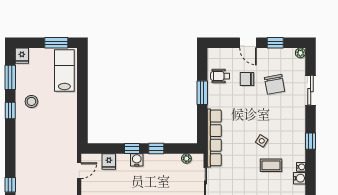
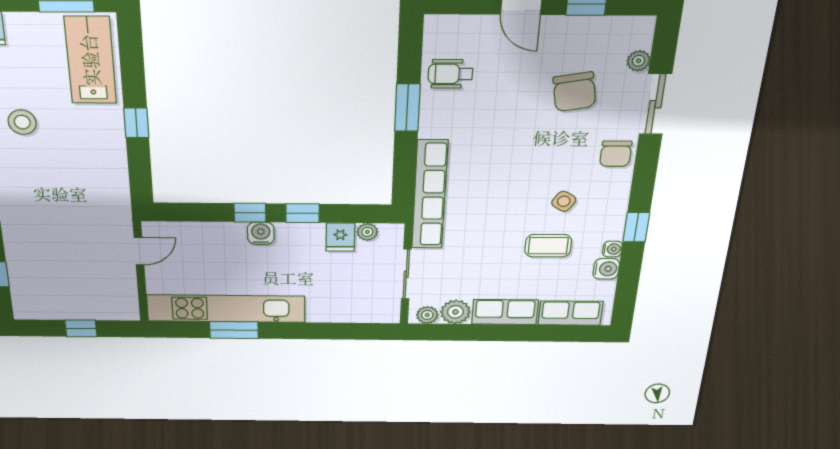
plant: (300, 53) -> (639, 61), moved
chair: (247, 79) -> (616, 154), moved, turned -90
window: (82, 101) -> (136, 123), added
side table: (262, 141) -> (564, 201), moved
window: (311, 141) -> (636, 227), moved
fridge: (109, 162) -> (340, 237), moved

